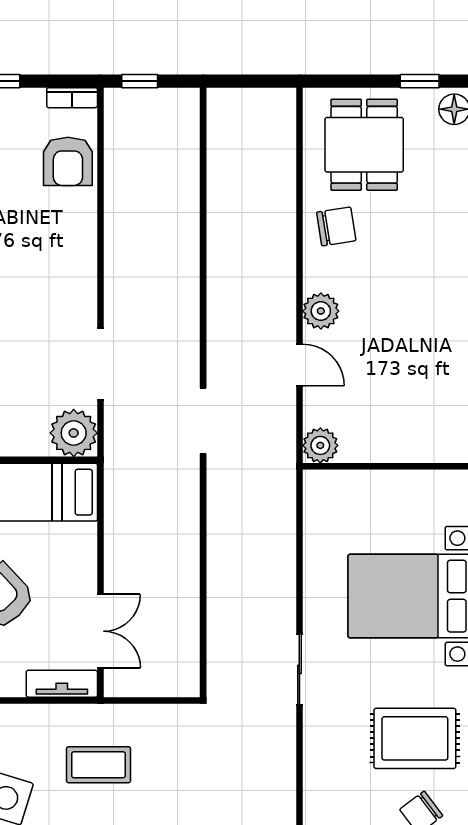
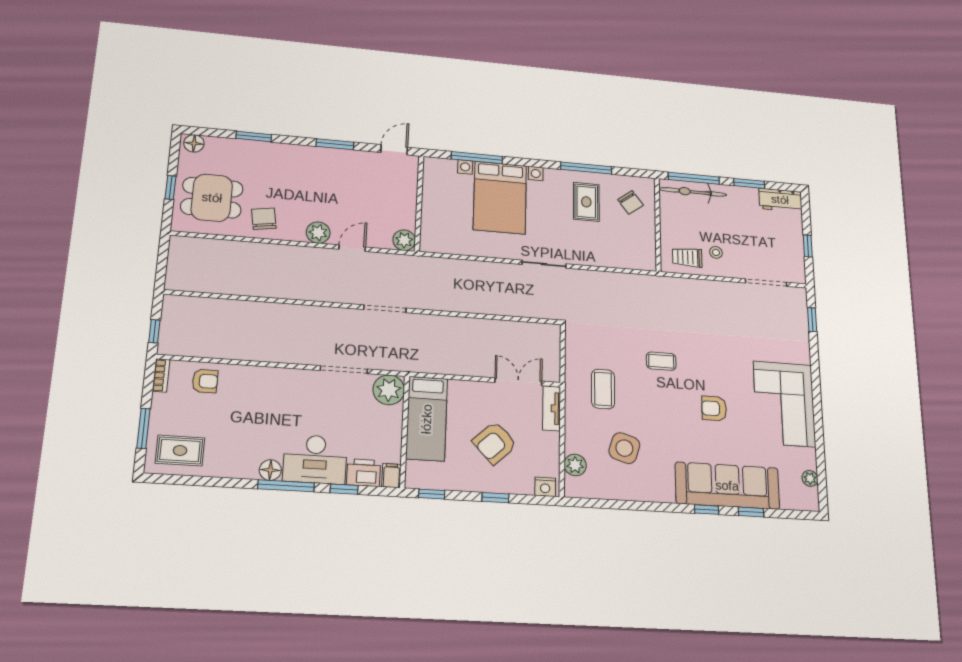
window: (420, 81) -> (170, 187), moved
armchair: (68, 161) -> (205, 381), width x0.72, depth x0.72
rug: (415, 738) -> (586, 202), width x0.73, depth x0.70

